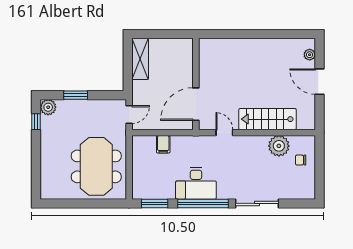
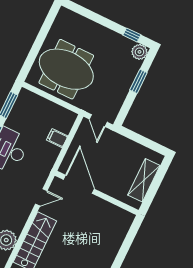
shelving: (140, 59) -> (144, 180), moved, turned 90

